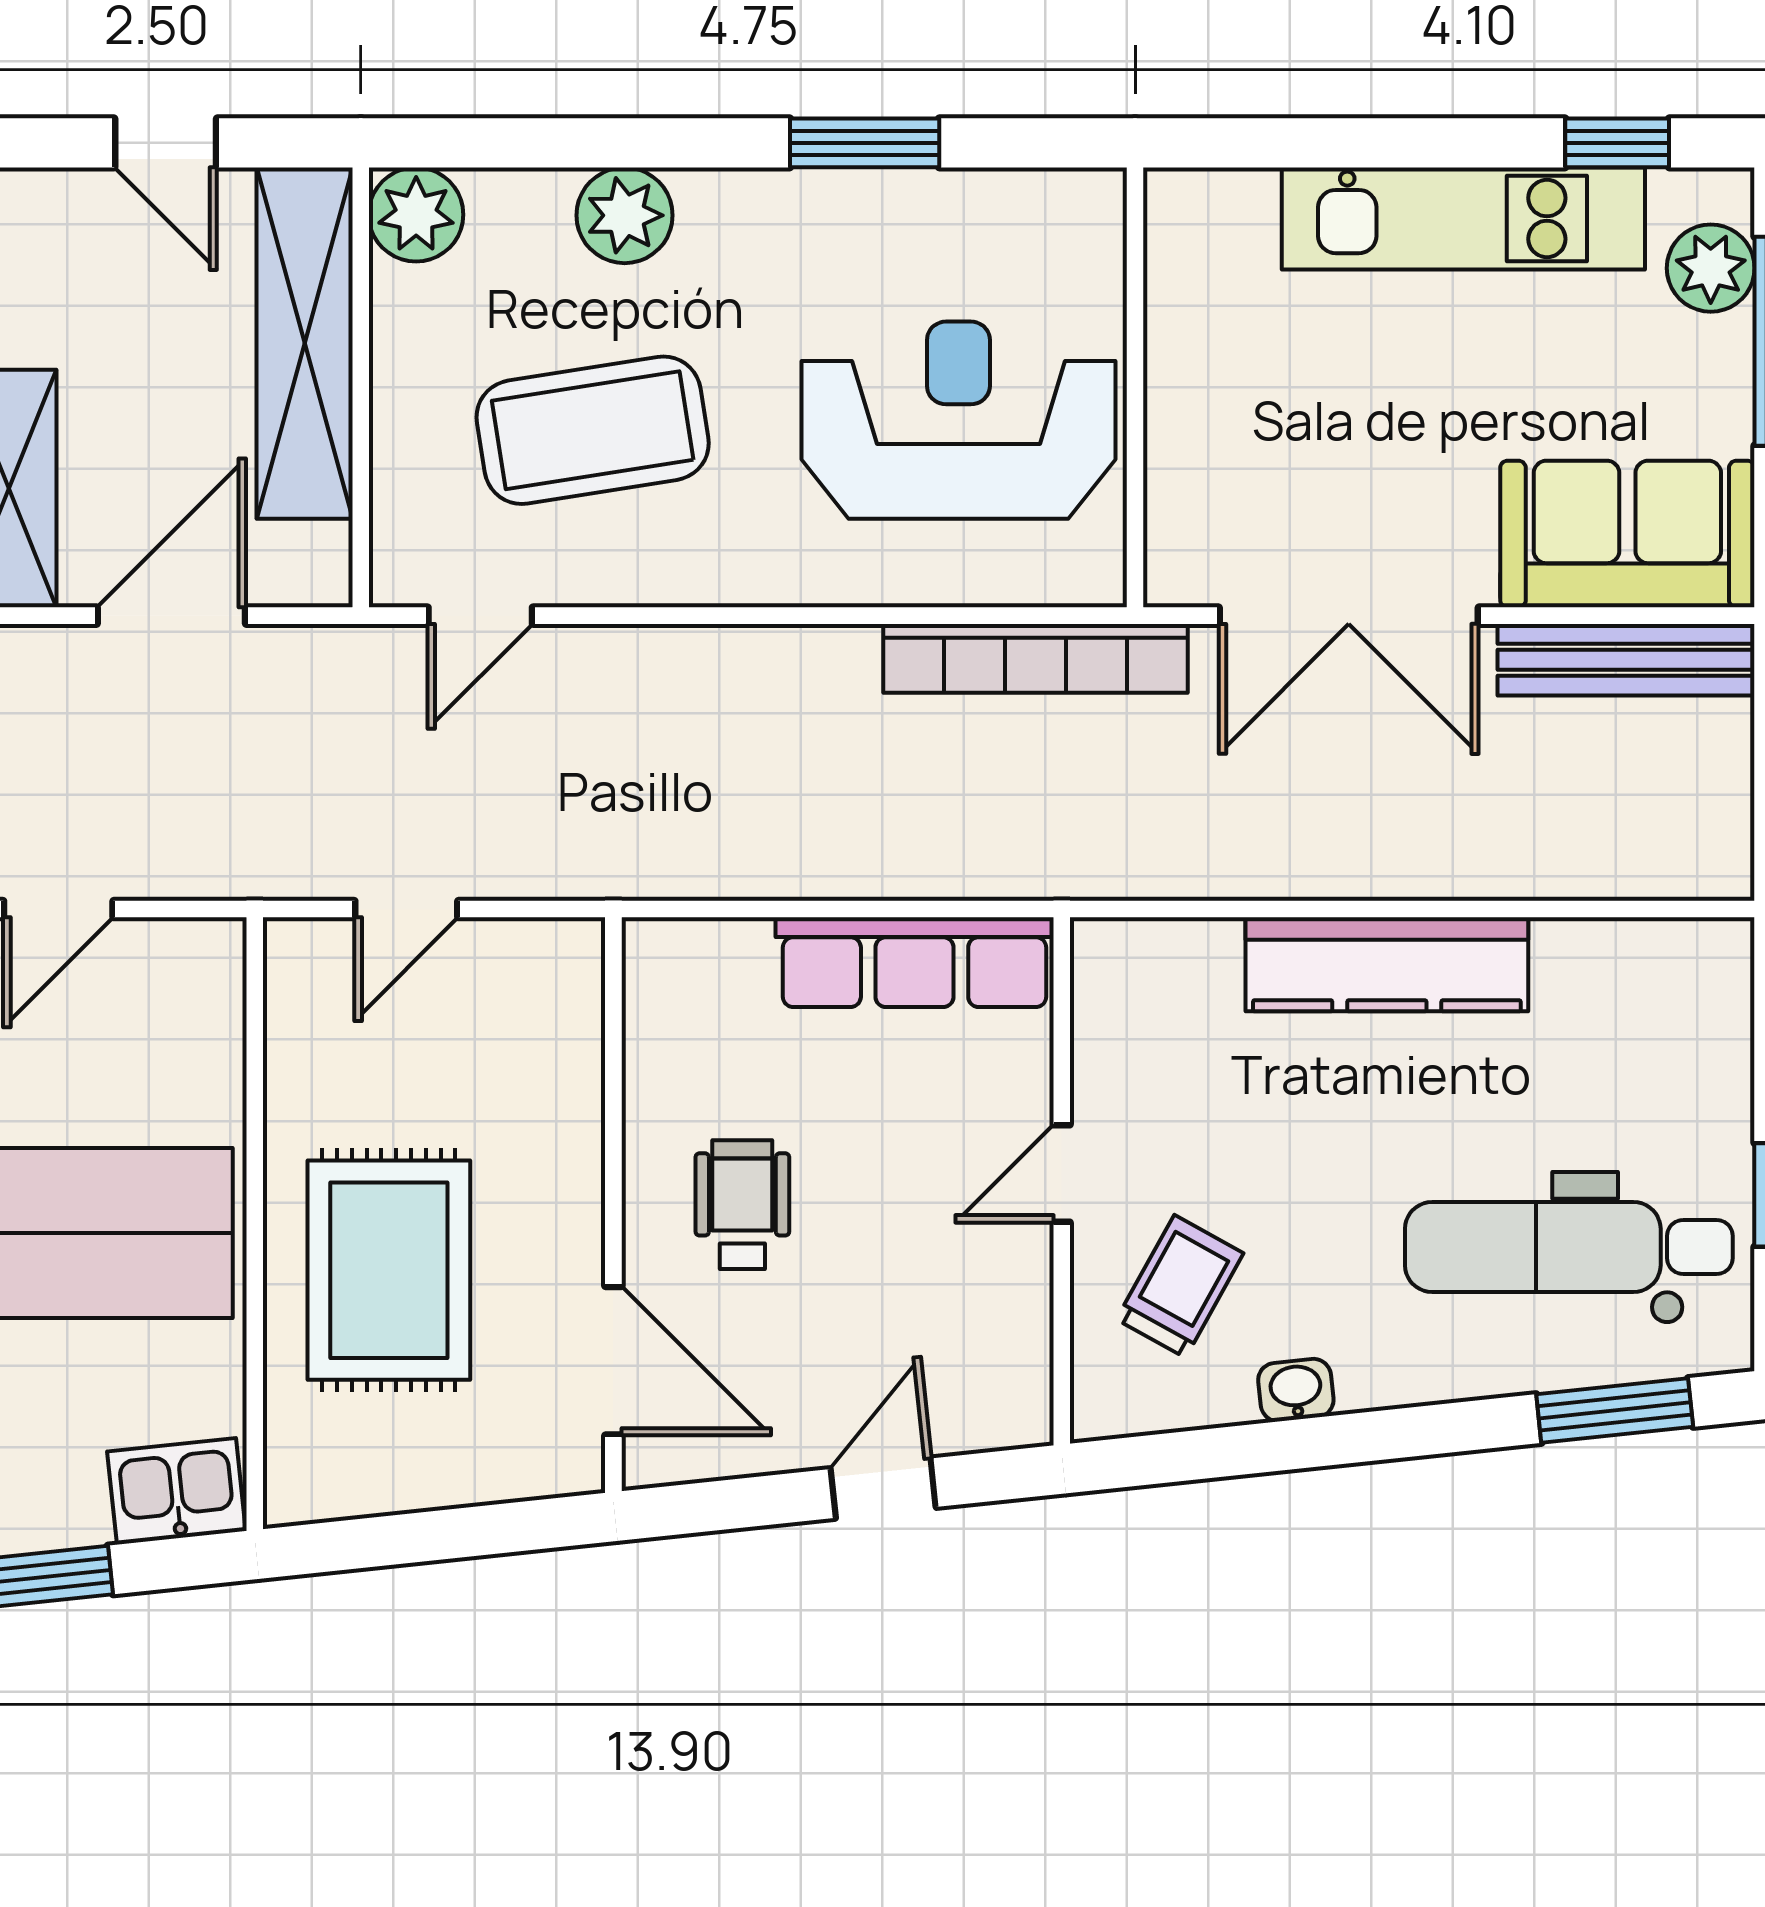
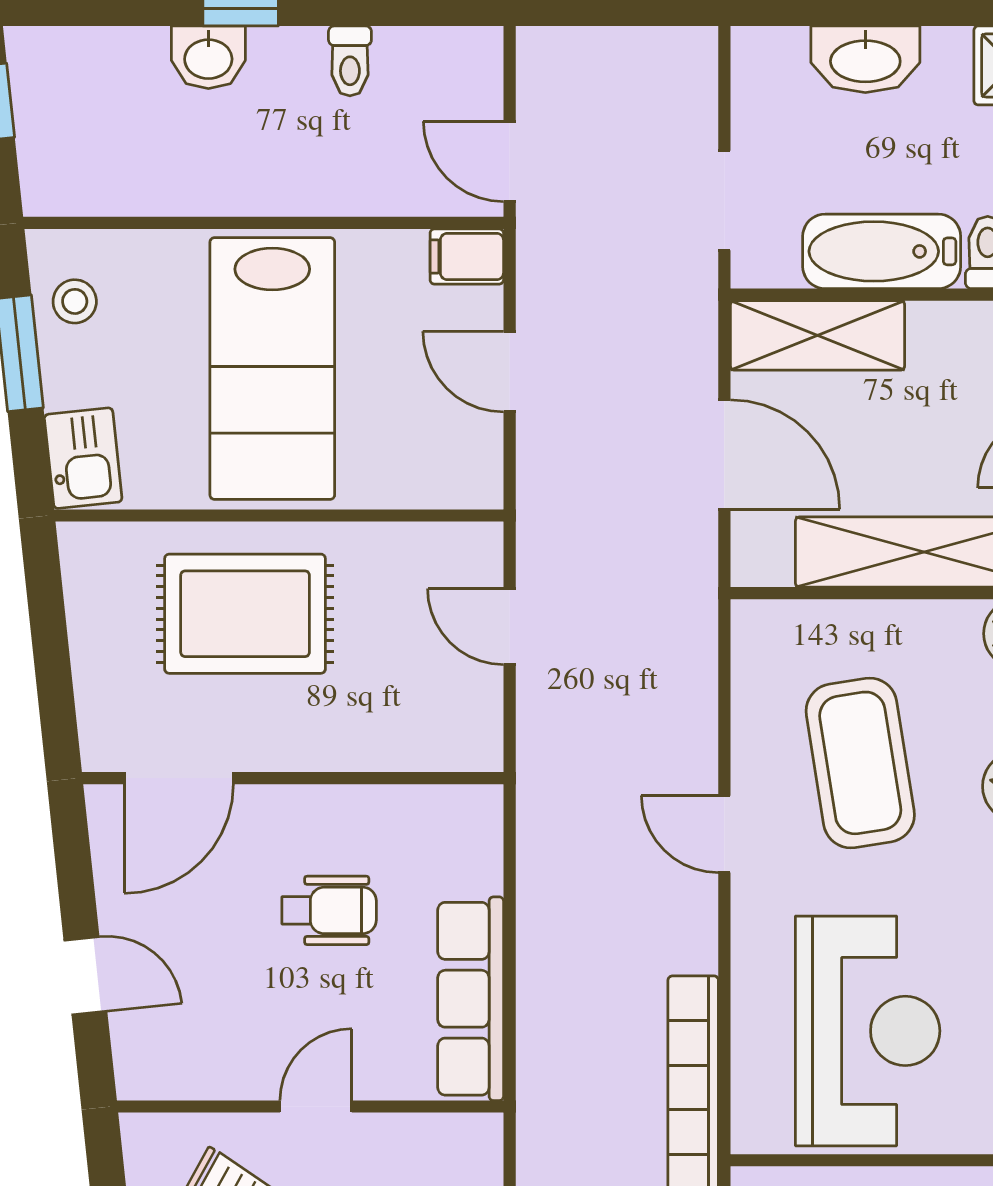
door: (480, 616) -> (724, 834), moved
door: (1062, 1174) -> (316, 1107), hinge flipped
wheelchair: (742, 1205) -> (329, 910), moved

